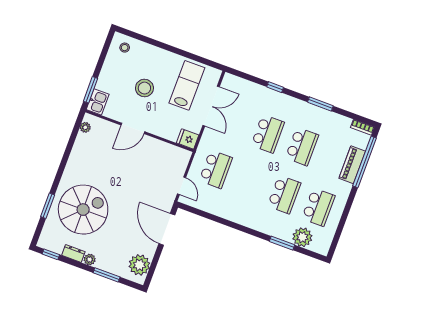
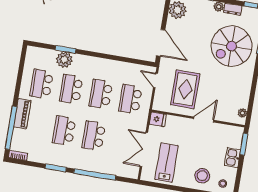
lab bench: (187, 85) -> (167, 163), turned 180
window: (275, 87) -> (95, 175), width x3.17
stool: (144, 88) -> (202, 176), moved
kitchen sink: (98, 102) -> (233, 158), moved
piano: (352, 165) -> (22, 114), moved
rug: (148, 169) -> (185, 89), added
school desk: (250, 182) -> (101, 94), added
plant: (302, 237) -> (64, 60), moved

